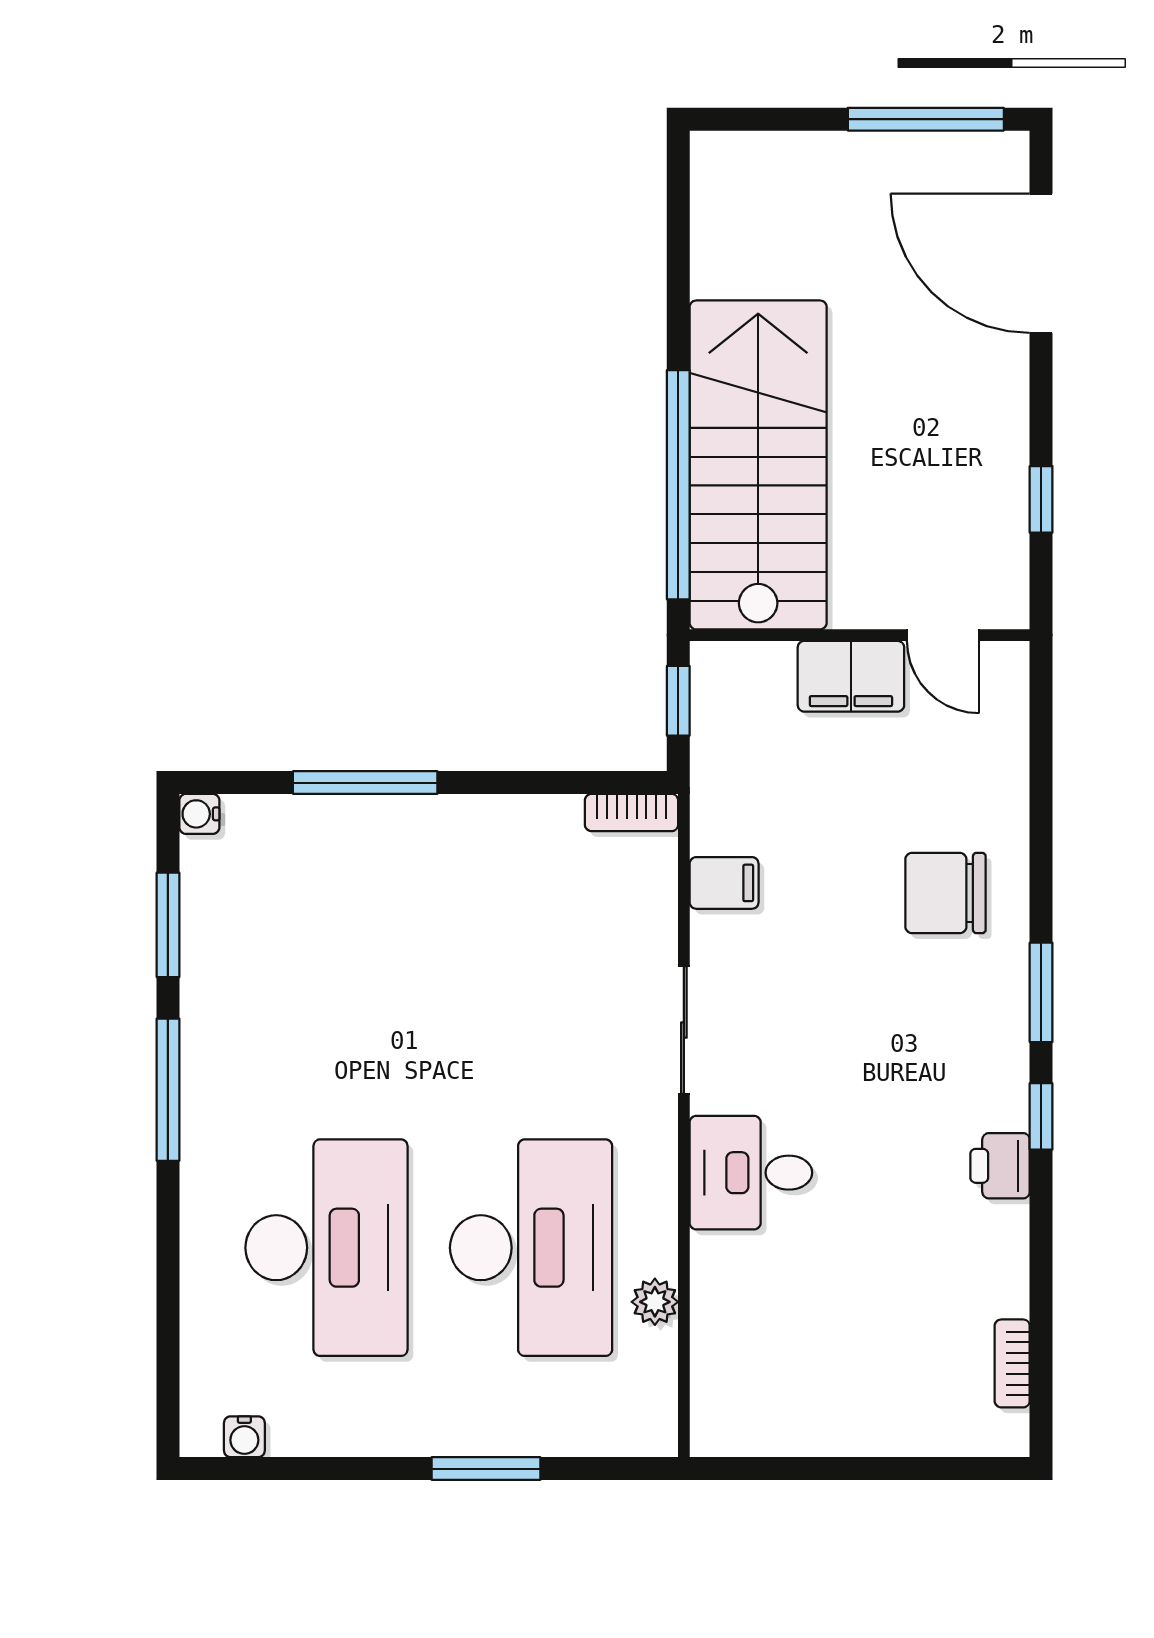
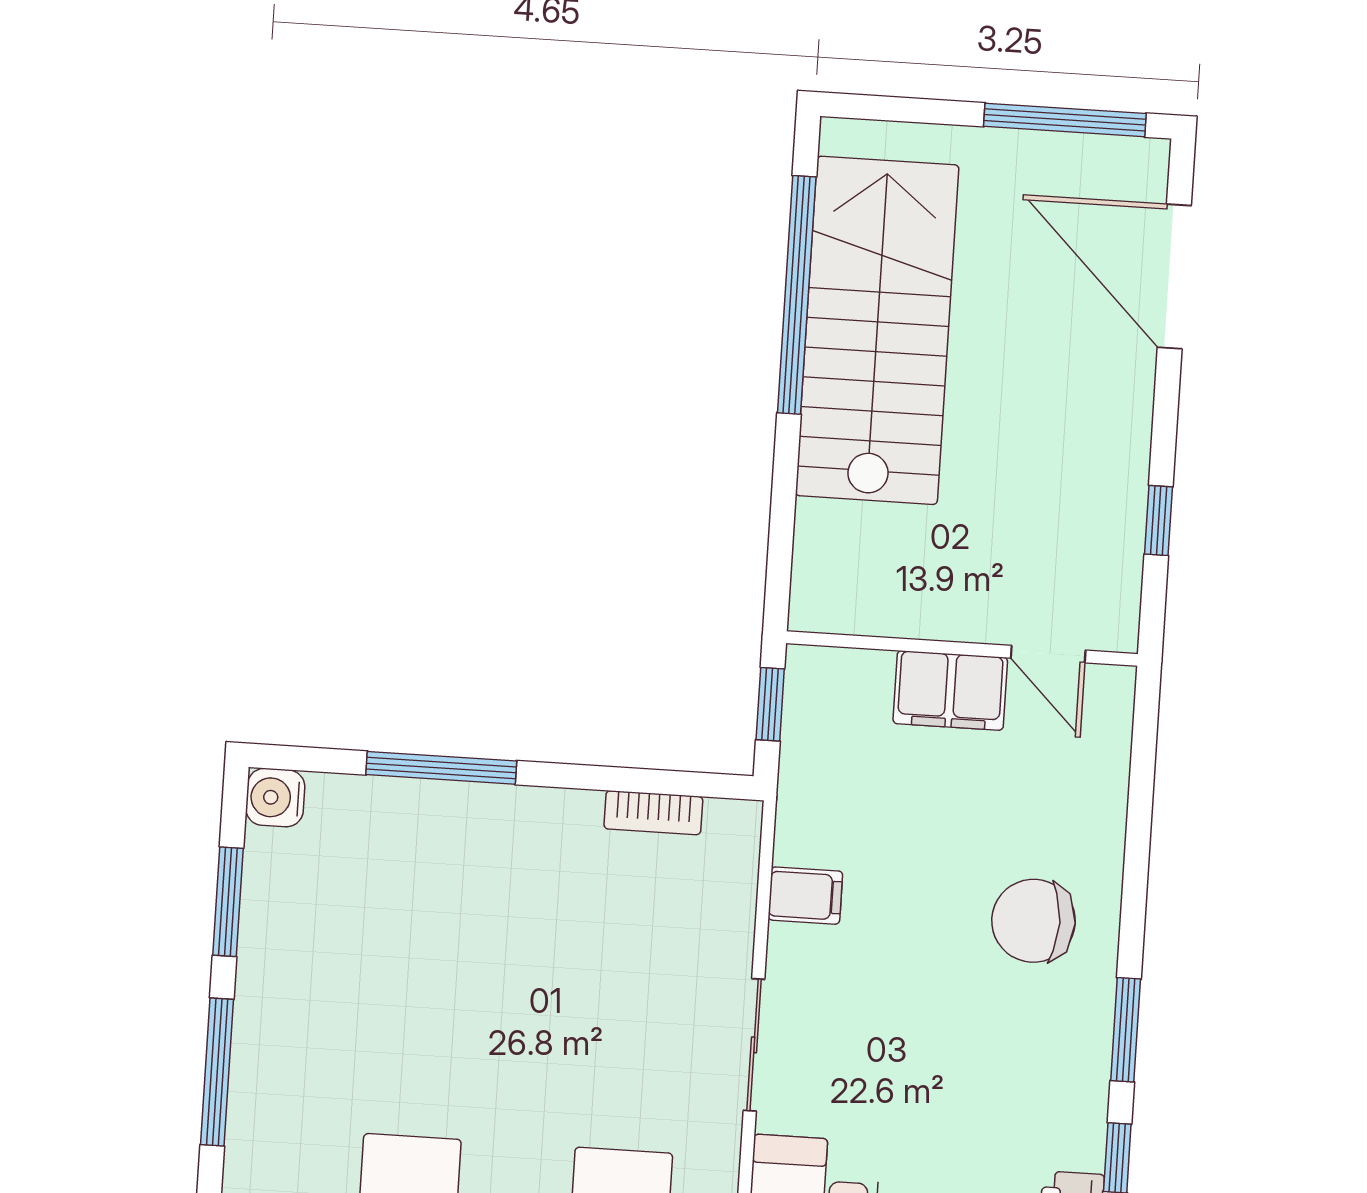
stairs: (758, 465) -> (877, 330), moved
window: (678, 485) -> (797, 295), moved
bookcase: (632, 813) -> (653, 813), moved
water cooler: (199, 814) -> (275, 798), width x1.38, depth x1.38

